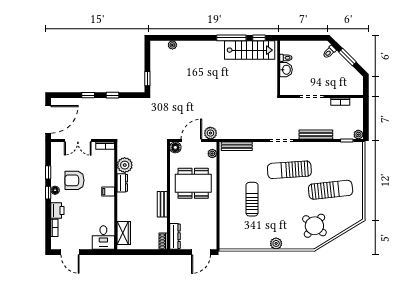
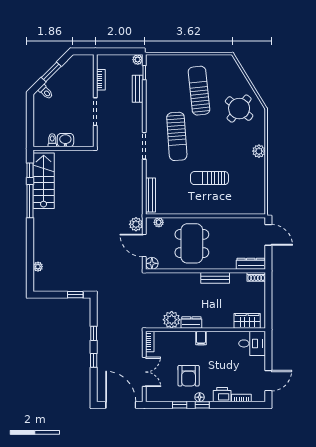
bench: (316, 135) -> (138, 89), moved, width x0.73

